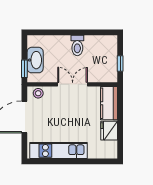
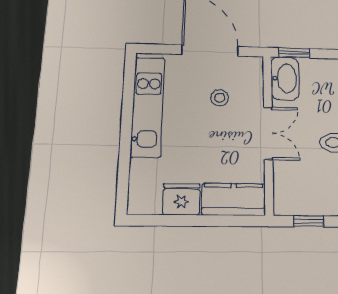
washbasin: (35, 60) -> (285, 78), moved, turned -90
stool: (38, 93) -> (220, 98), moved

